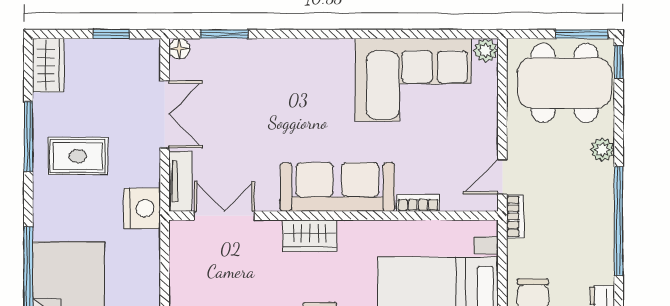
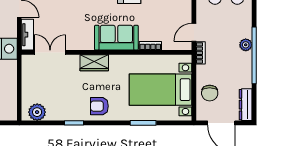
plant: (602, 150) -> (246, 45), moved
sofa: (337, 187) -> (116, 38), width x0.73

